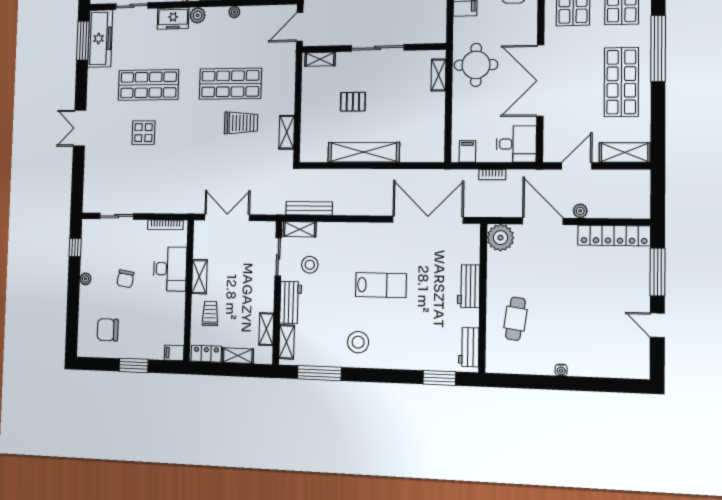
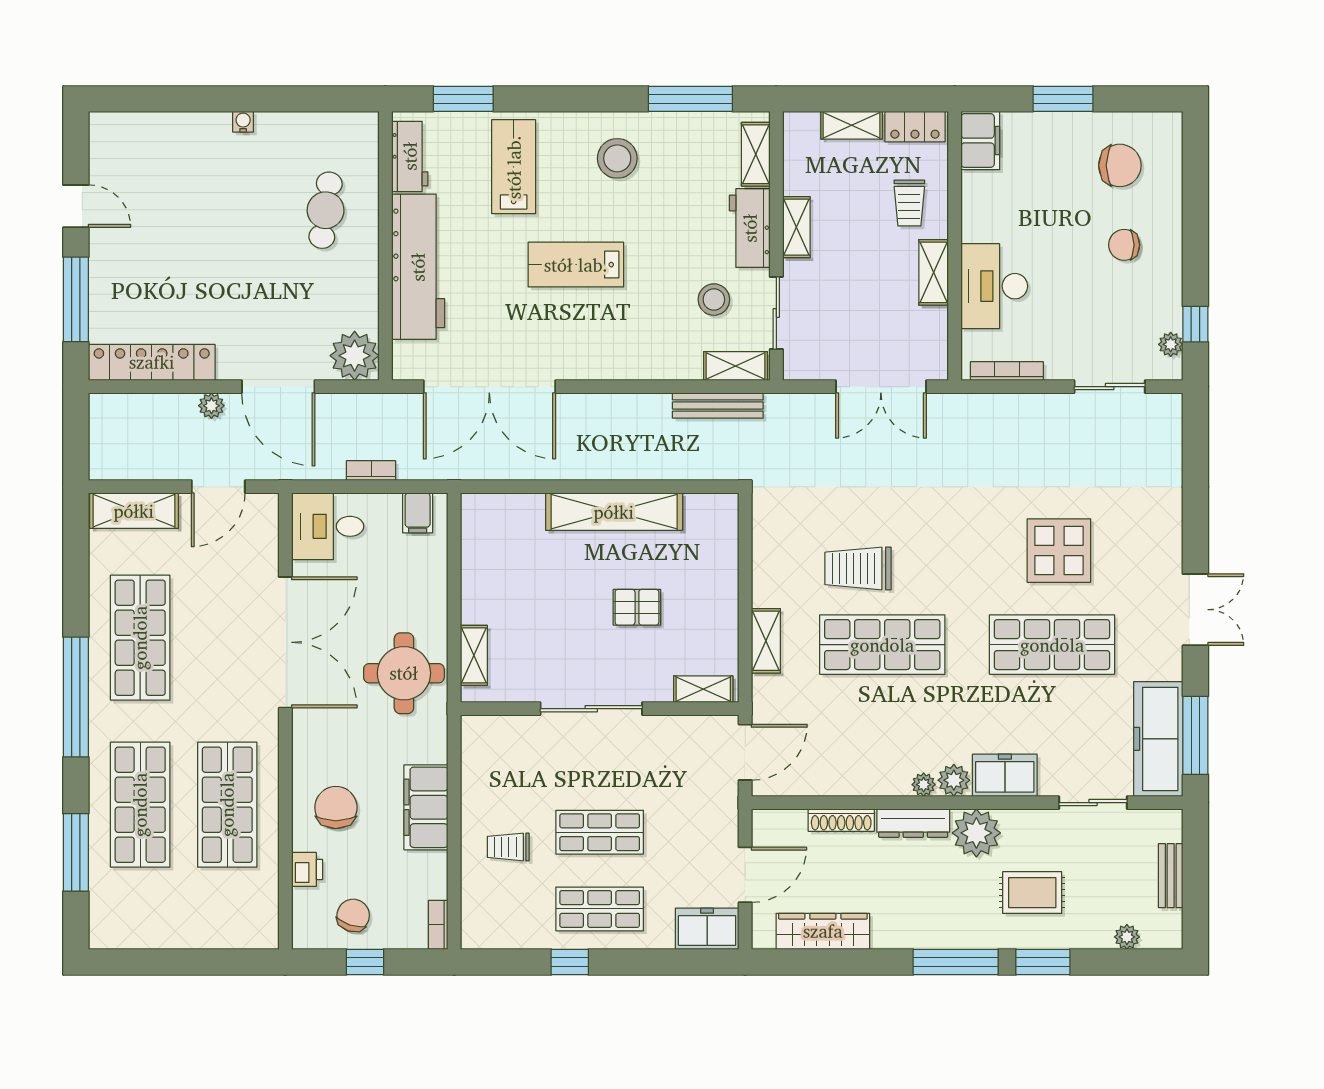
plant: (234, 12) -> (924, 785), moved
double door: (80, 128) -> (1195, 610), moved
shelving: (287, 132) -> (766, 641), moved
display table: (143, 133) -> (1059, 551), width x1.36, depth x1.36
plant: (85, 279) -> (1171, 344), moved
chair: (125, 279) -> (1124, 245), moved, turned -99
workbench: (469, 286) -> (418, 267), width x1.88, depth x1.32
shelving: (266, 329) -> (796, 227), moved
lab bench: (413, 340) -> (514, 167), added
filing cabinet: (174, 353) -> (980, 141), width x2.00

